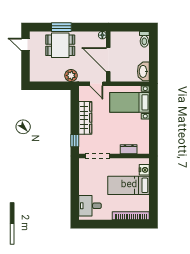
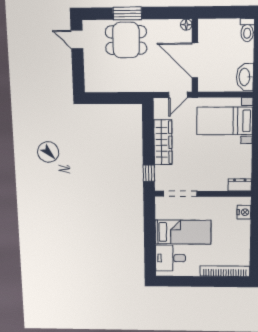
plant: (71, 75) -> (142, 83), removed
door: (96, 84) -> (178, 95), hinge flipped
dresser: (129, 149) -> (240, 185), moved
bed: (129, 185) -> (183, 232), moved, turned 180

